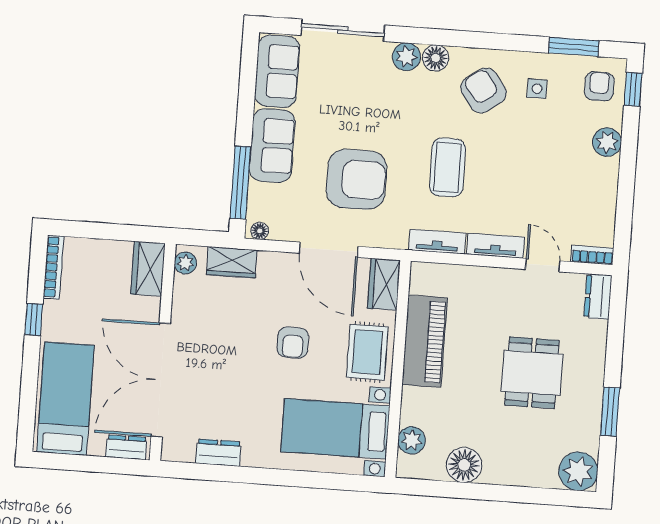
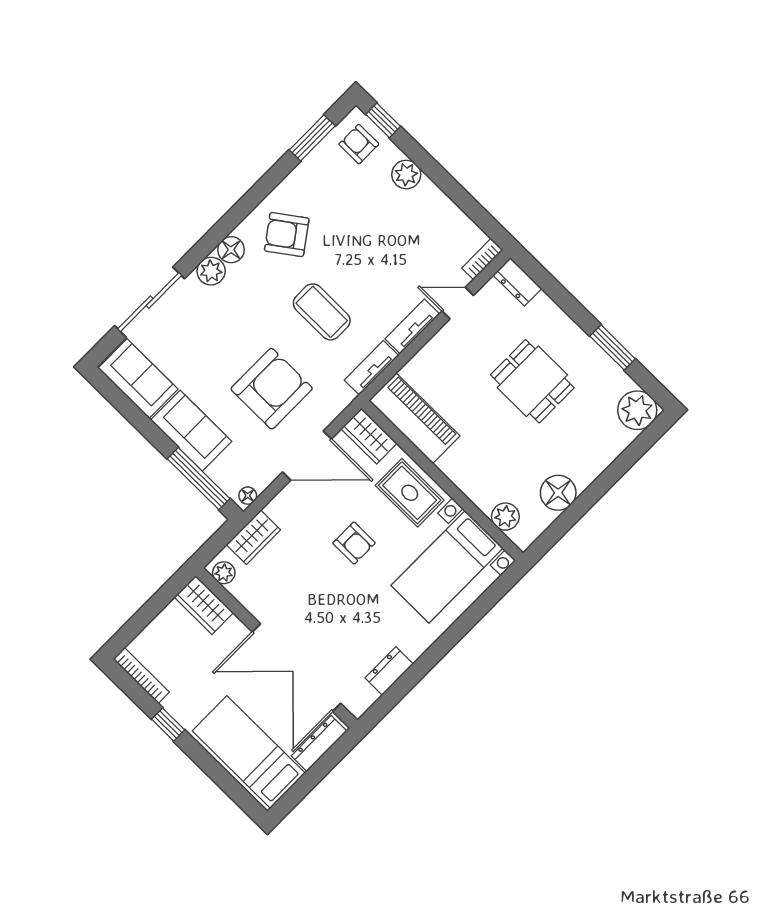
side table: (537, 89) -> (320, 193), removed
piano: (425, 341) -> (414, 418), moved
dresser: (126, 447) -> (319, 744), width x1.44

